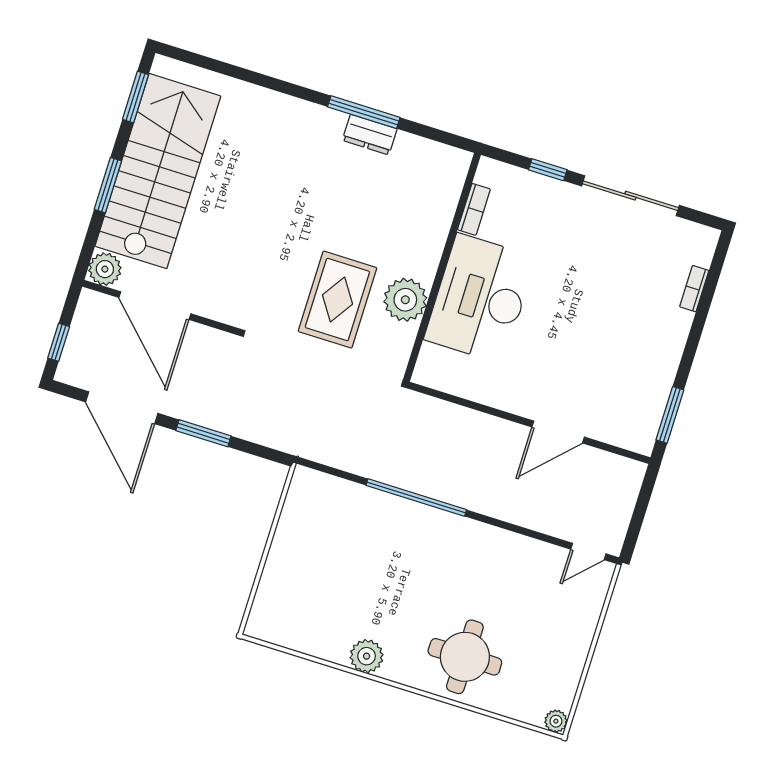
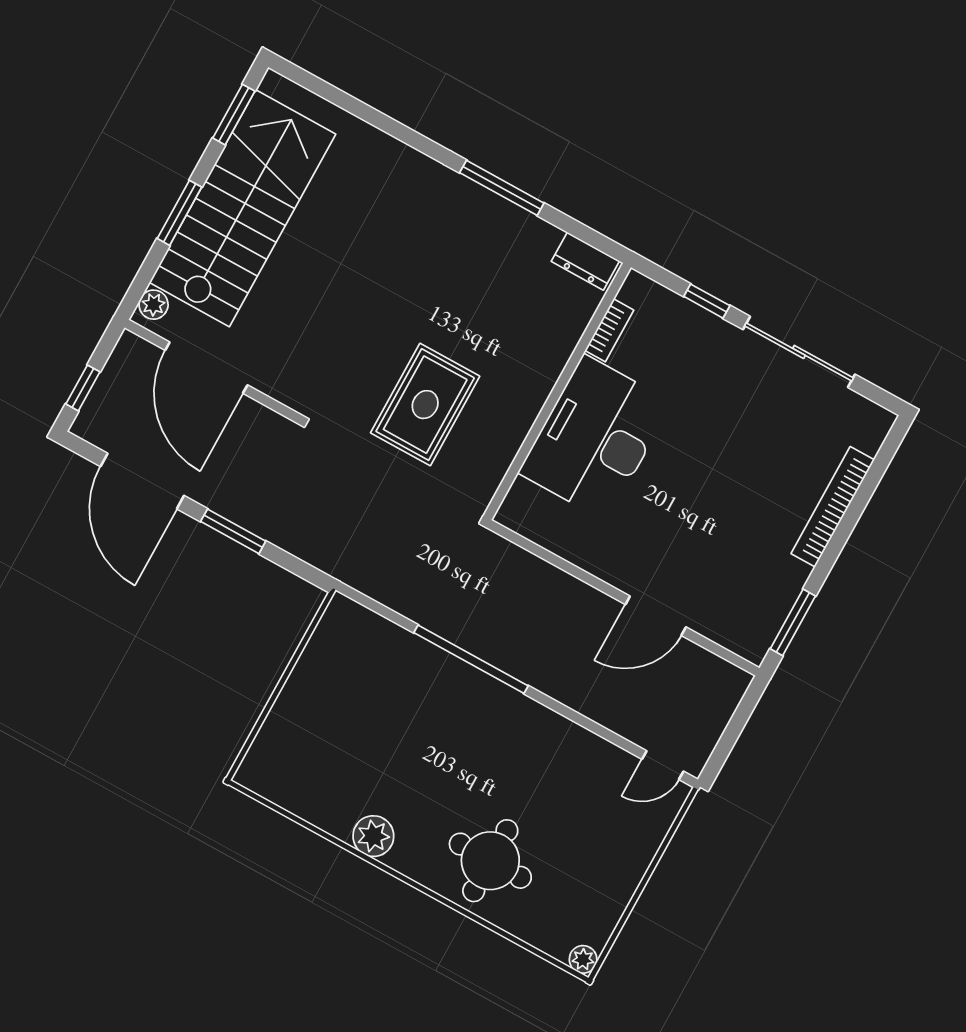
dresser: (370, 135) -> (585, 261), moved
plant: (105, 269) -> (154, 305), width x0.73, depth x0.73
bookcase: (694, 289) -> (833, 507), width x2.31, depth x1.31
plant: (405, 300) -> (506, 421), removed

